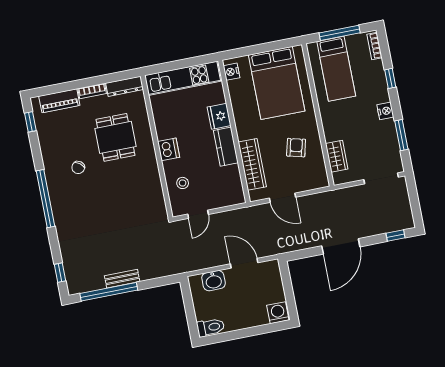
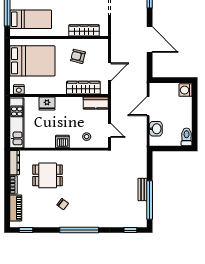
kitchen counter: (226, 147) -> (96, 103), moved
wardrobe: (337, 156) -> (84, 30), width x1.50

